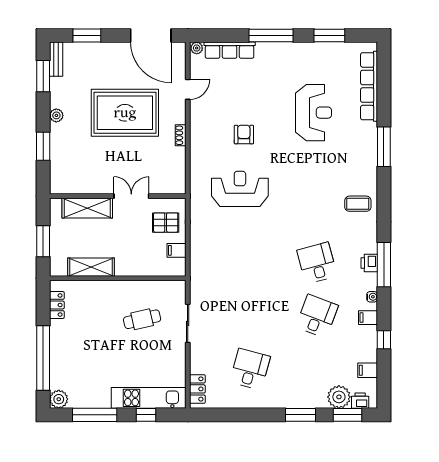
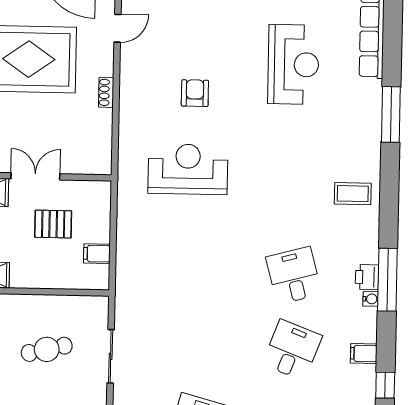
pallet: (166, 223) -> (53, 224), moved
water cooler: (372, 297) -> (371, 299), moved

